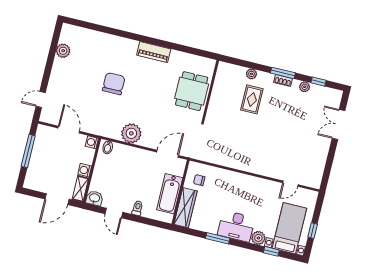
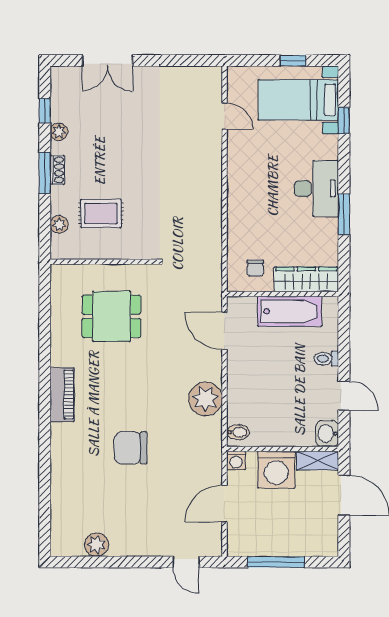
wall: (210, 91) -> (104, 262), moved
washing machine: (85, 170) -> (276, 470), width x1.89, depth x1.89
door: (114, 213) -> (344, 396), hinge flipped
plant: (258, 238) -> (327, 147), removed

